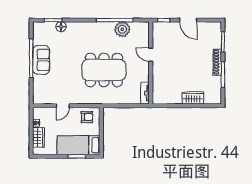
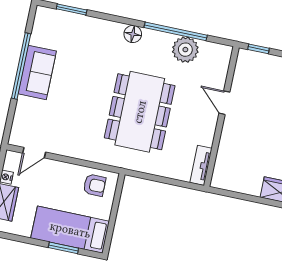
floor lamp: (61, 27) -> (133, 34), moved
dining table: (104, 70) -> (140, 112), turned 90
door: (63, 106) -> (34, 153), moved

